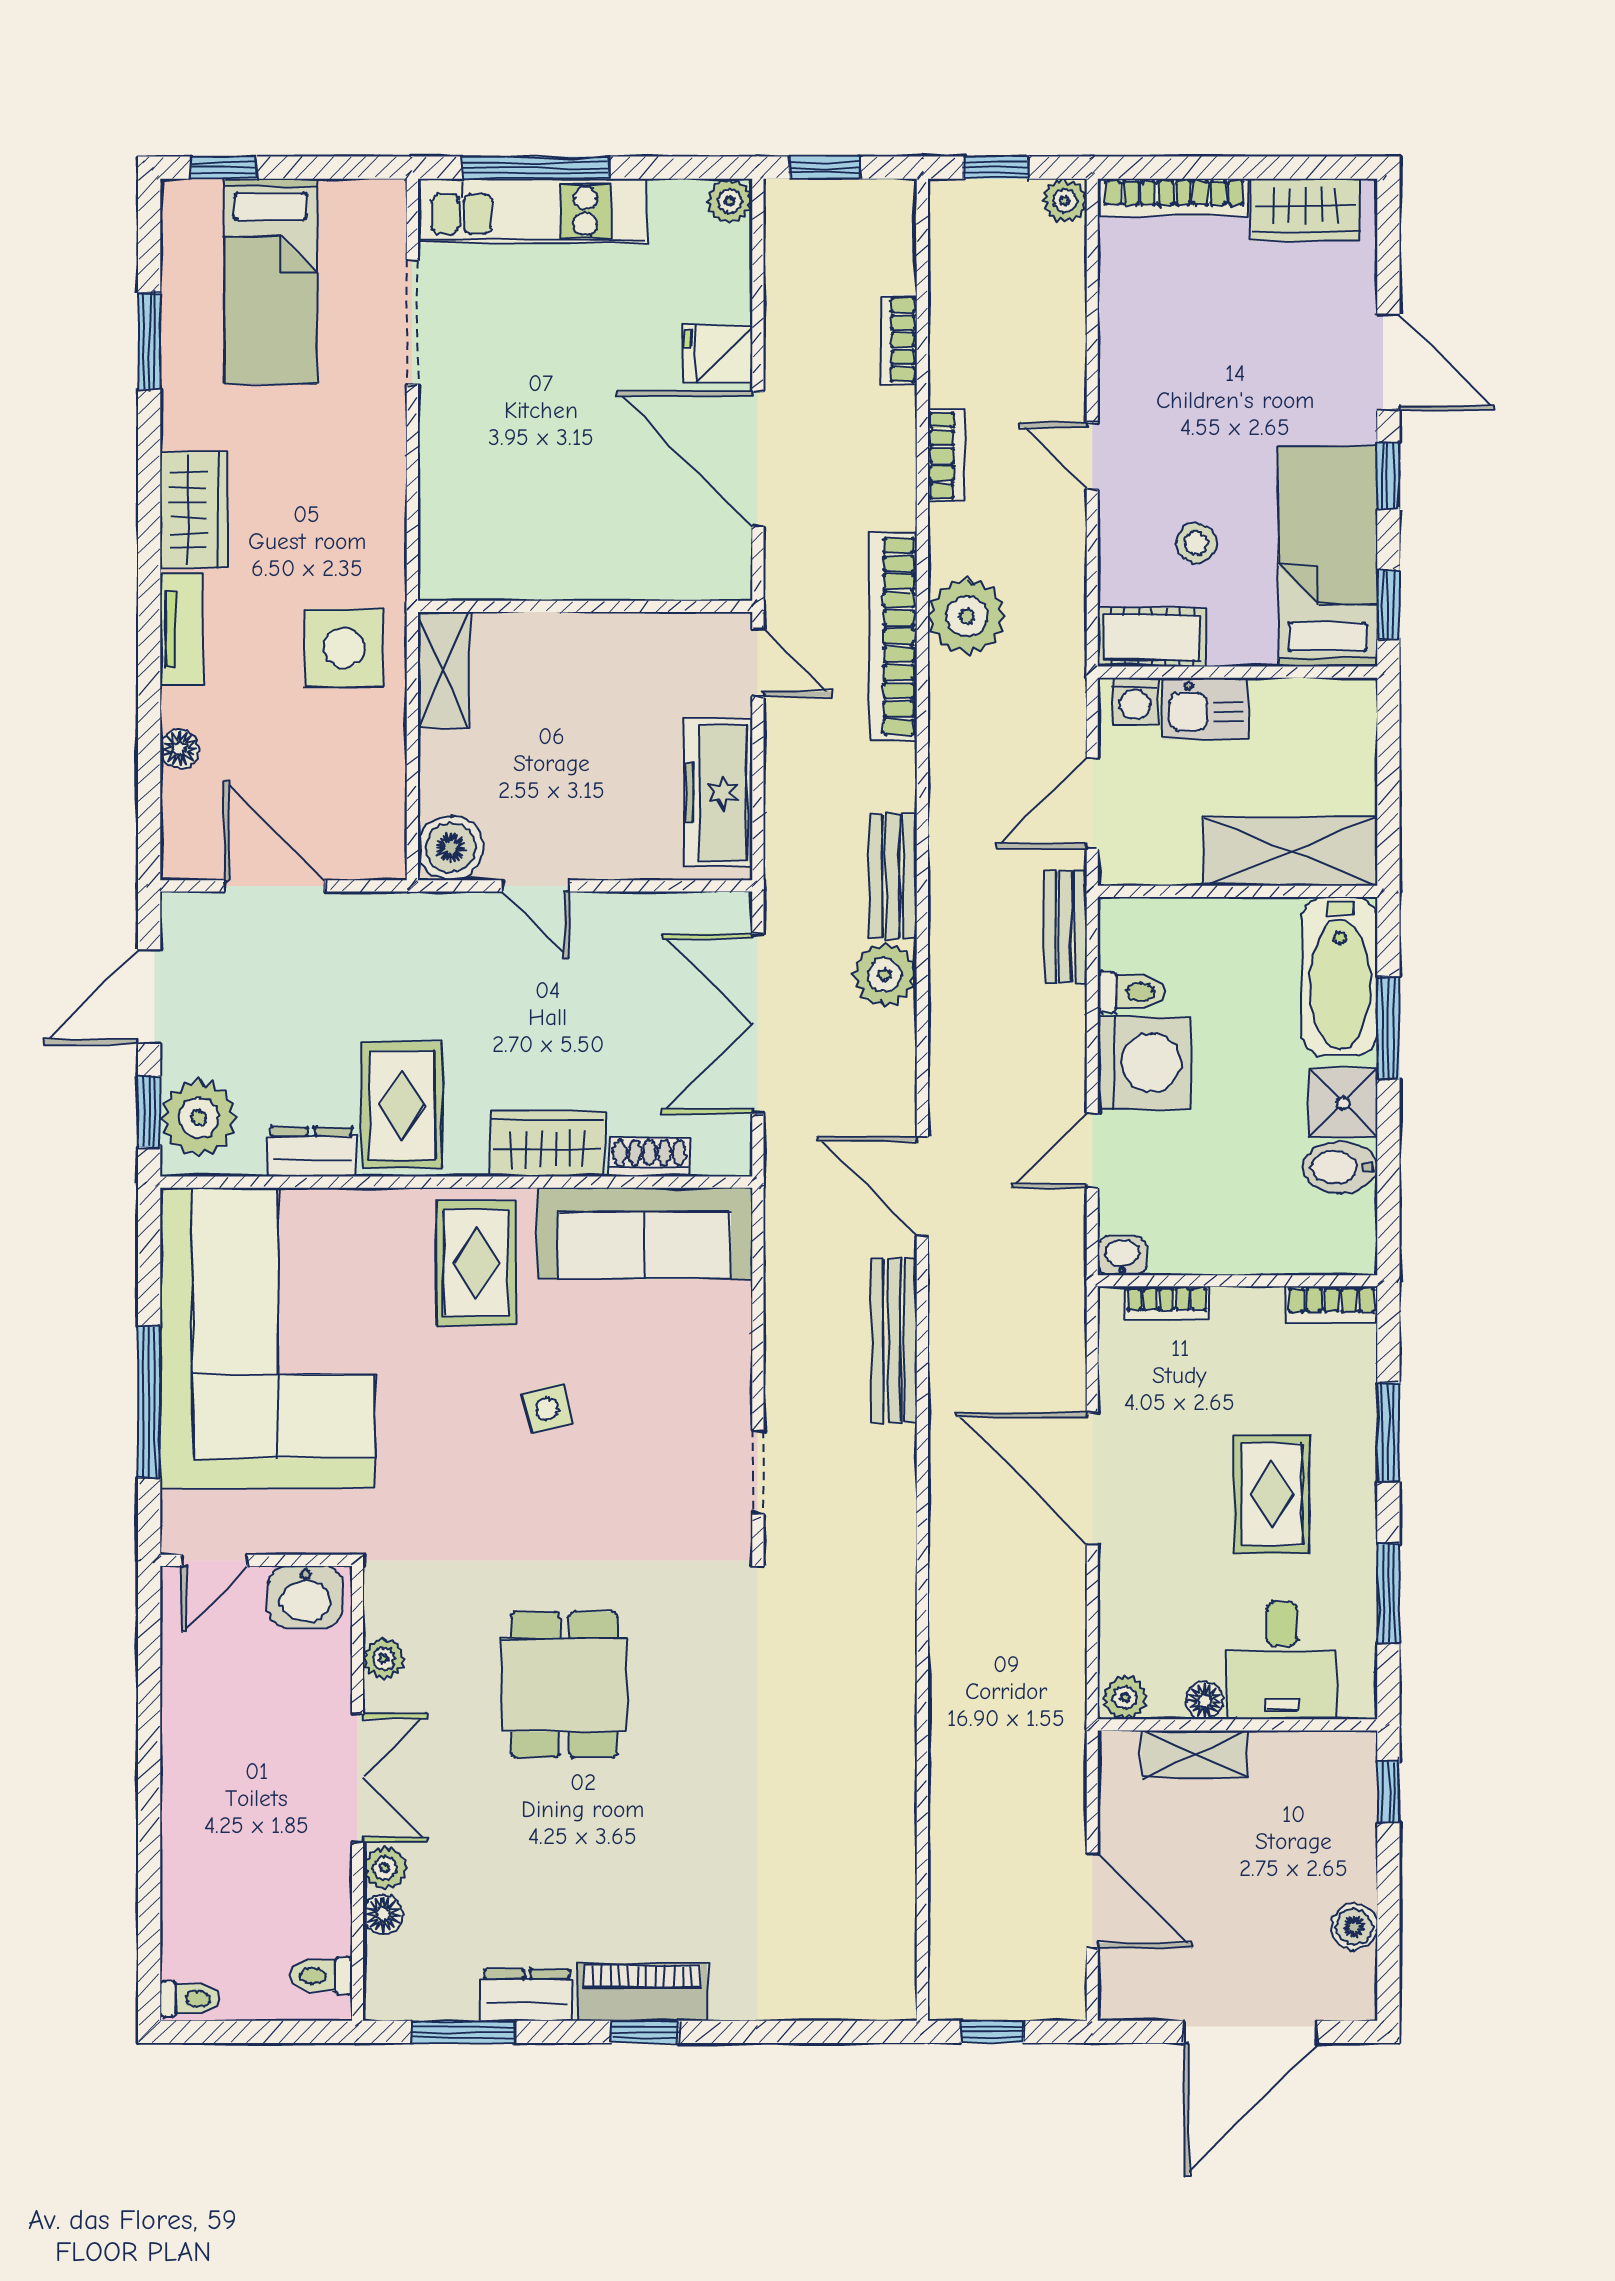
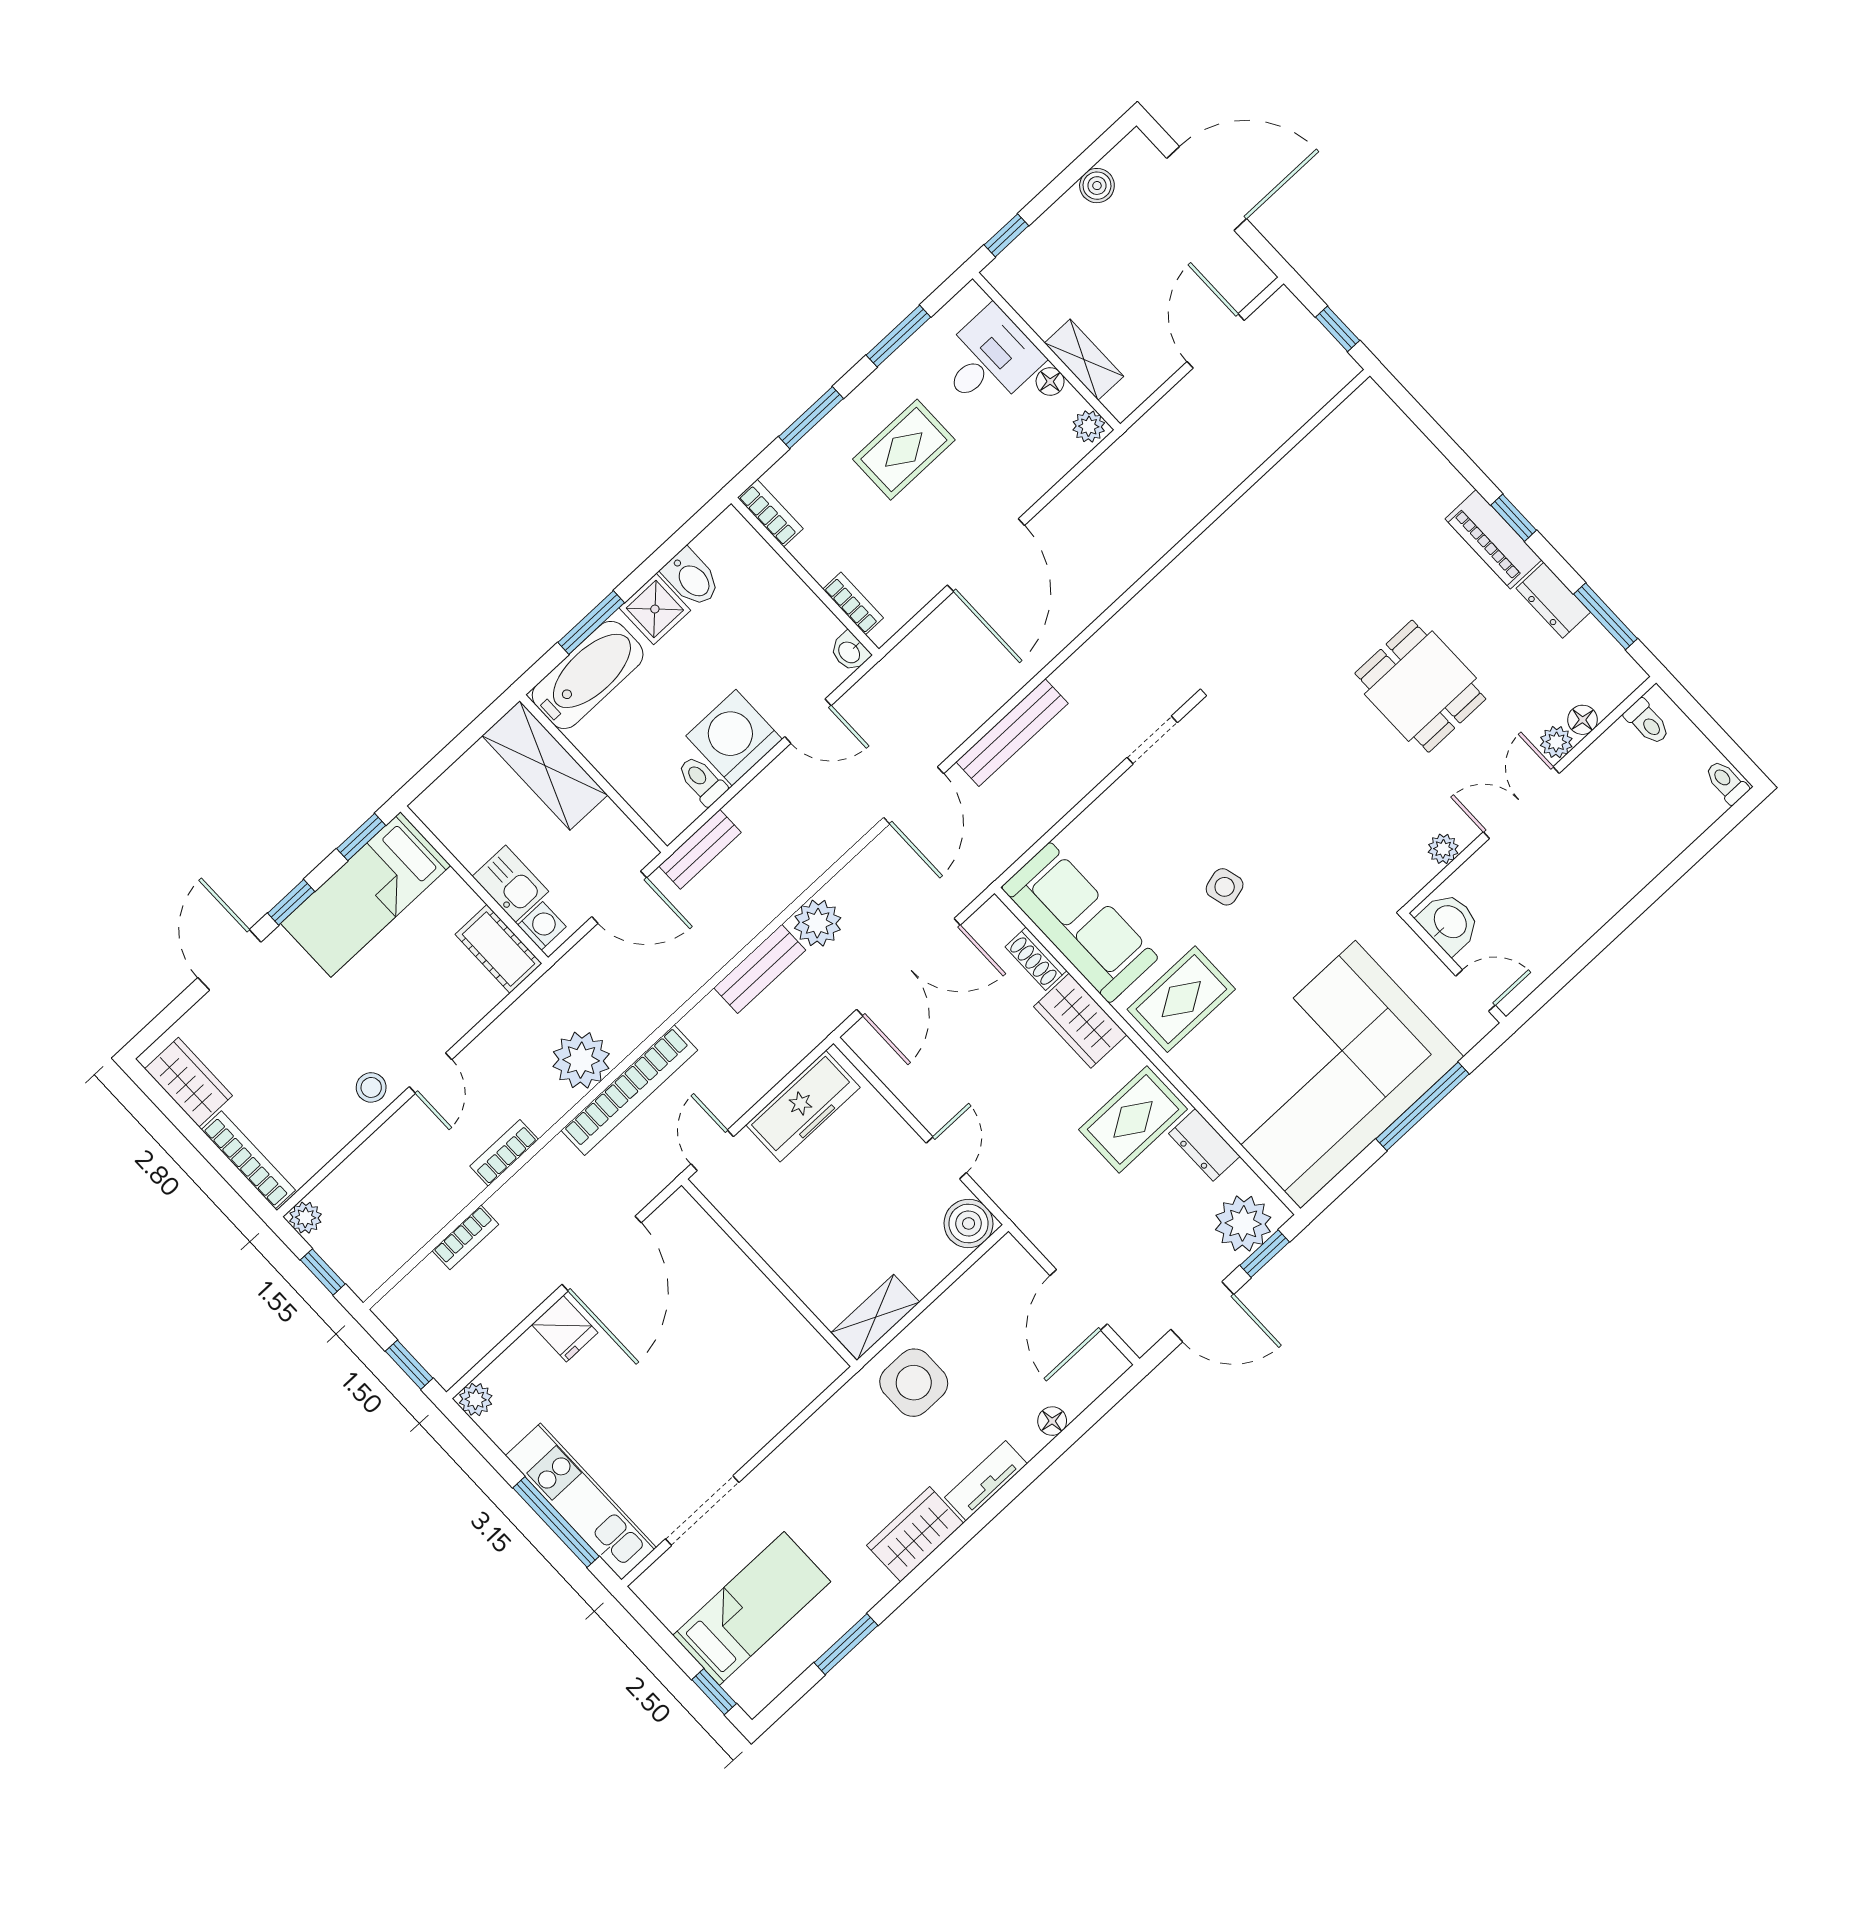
stool: (1196, 543) -> (371, 1087), moved
dining table: (564, 1685) -> (1420, 686), moved, turned 90

